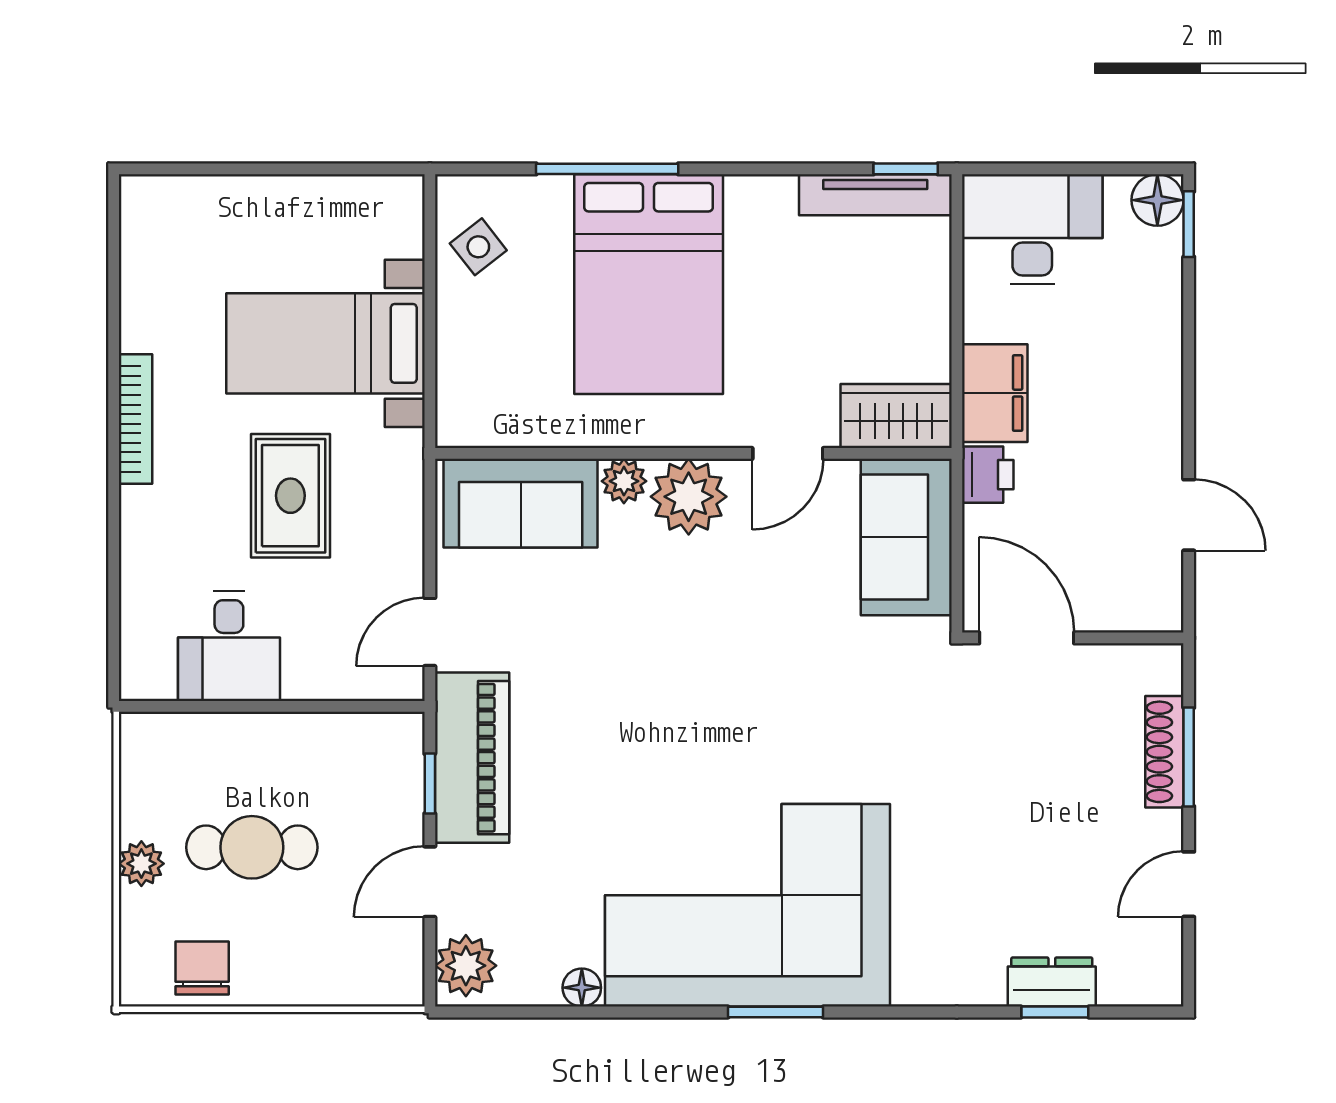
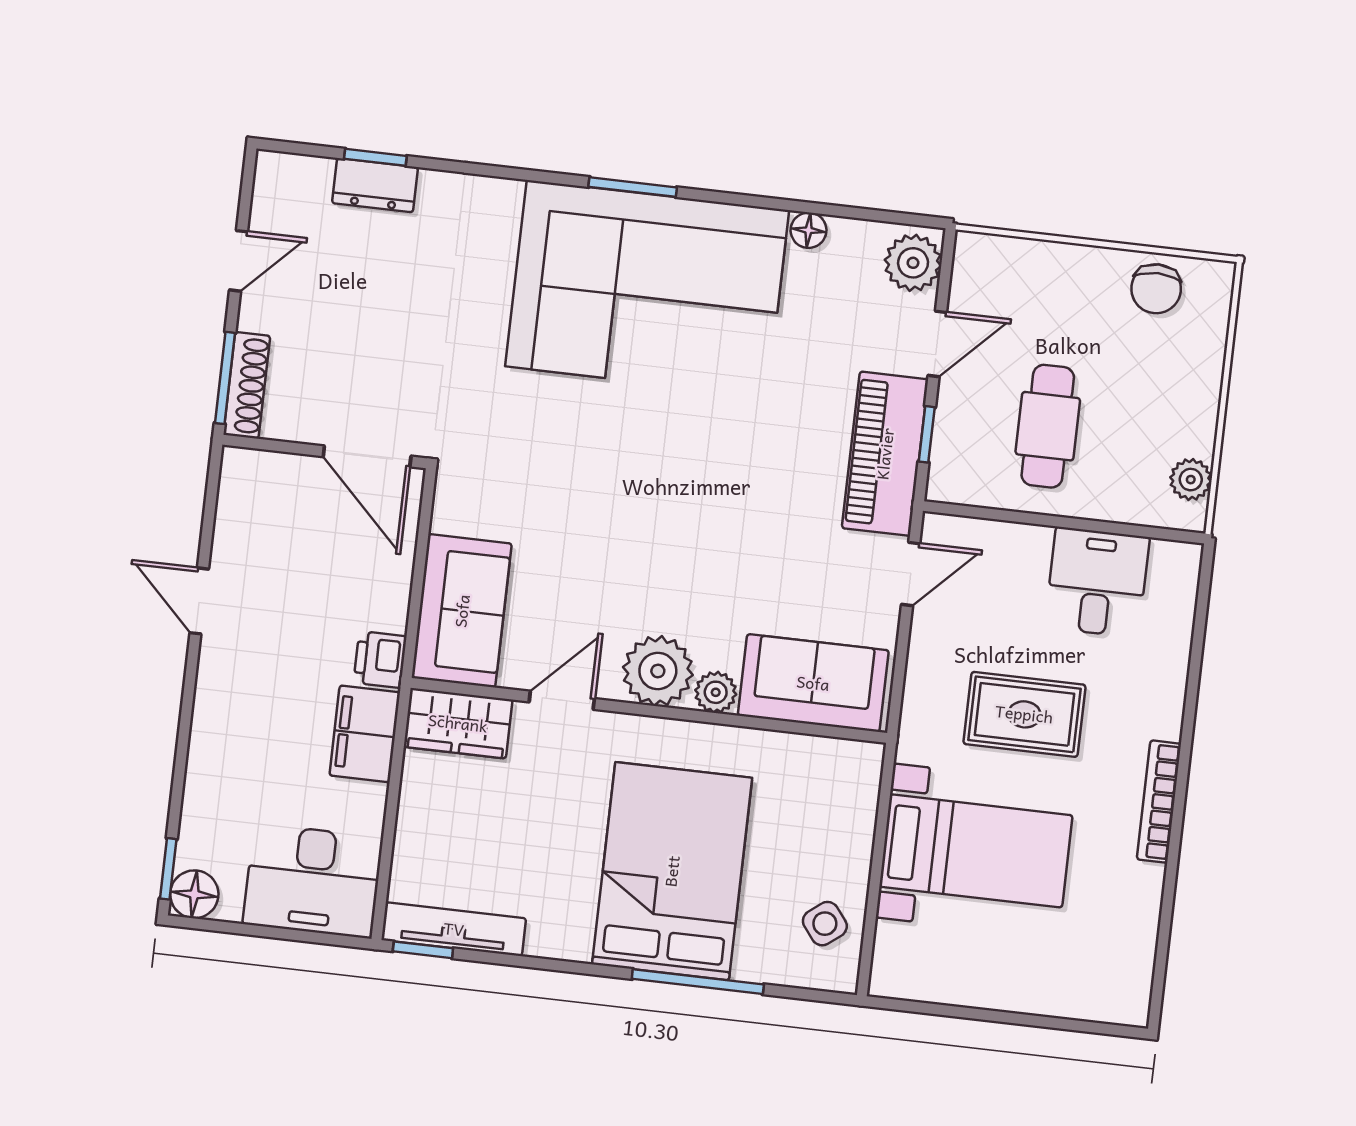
rug: (290, 496) -> (1024, 714), turned 90
door: (1027, 638) -> (367, 456), moved
wall: (1073, 638) -> (325, 452), moved
cafe table: (252, 847) -> (1048, 426), moved, turned 90
plant: (141, 864) -> (1191, 480), moved

